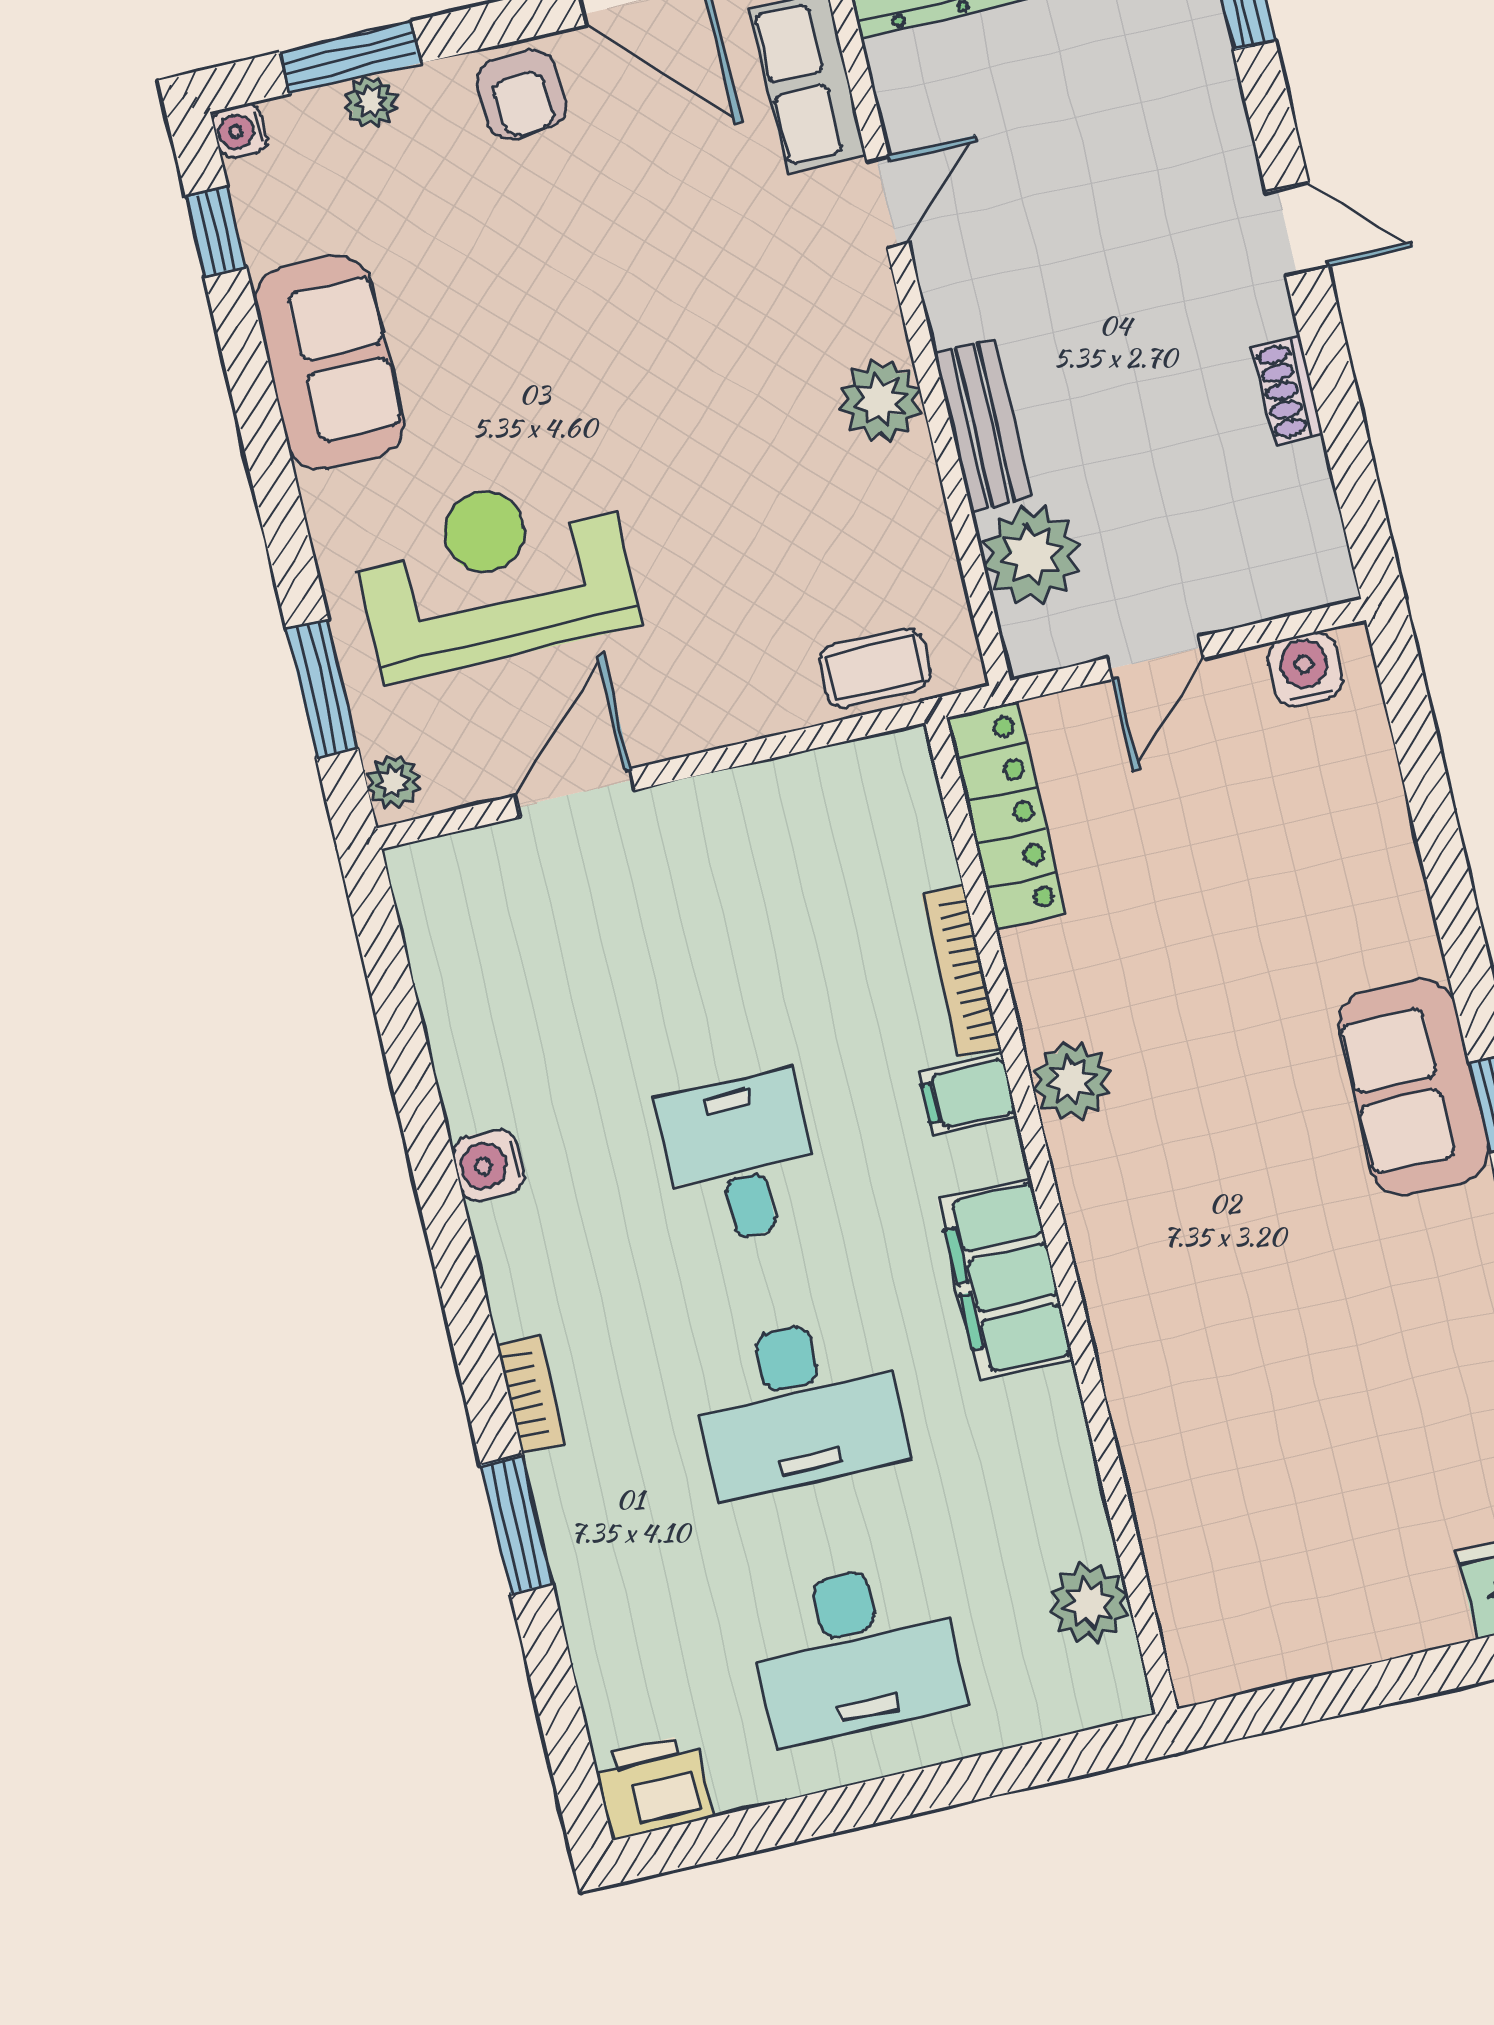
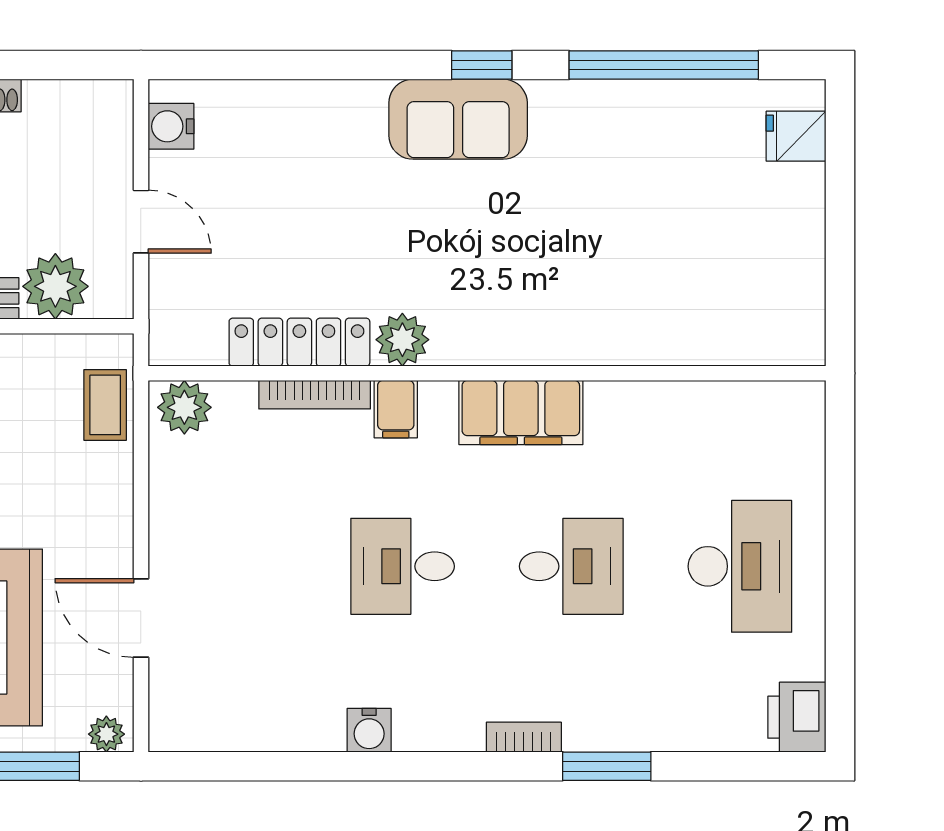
locker: (1006, 816) -> (299, 342), moved
desk: (797, 1405) -> (571, 566), width x0.73
plant: (1089, 1603) -> (184, 407), moved

